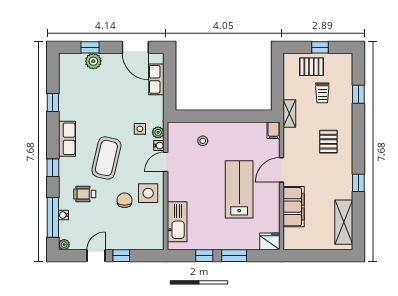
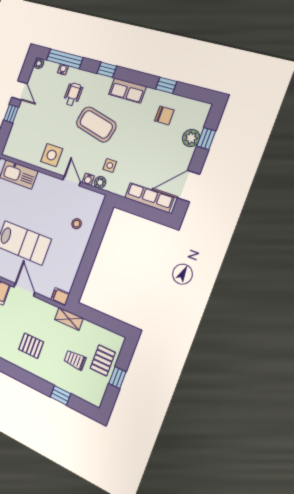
row of seats: (156, 79) -> (149, 198), width x1.48
chair: (124, 200) -> (164, 115), moved

